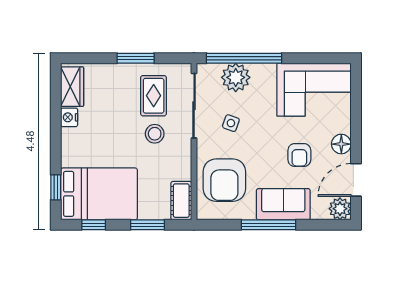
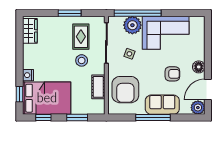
corner sofa: (314, 90) -> (166, 33), moved
nightstand: (69, 117) -> (28, 75), moved
armchair: (299, 155) -> (172, 74), turned -90
cot: (181, 201) -> (98, 87), moved

